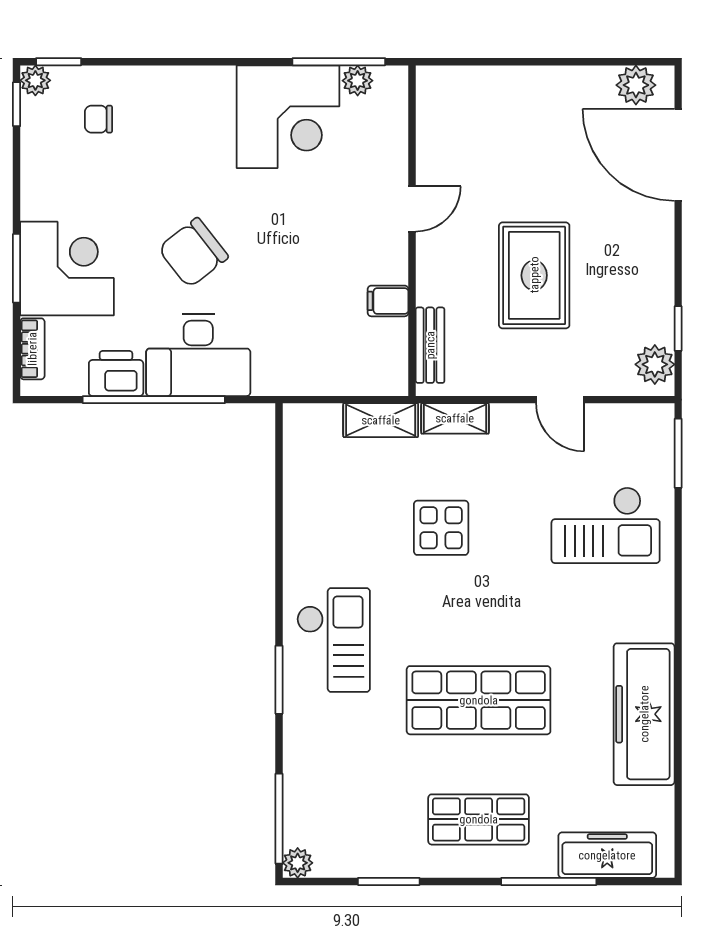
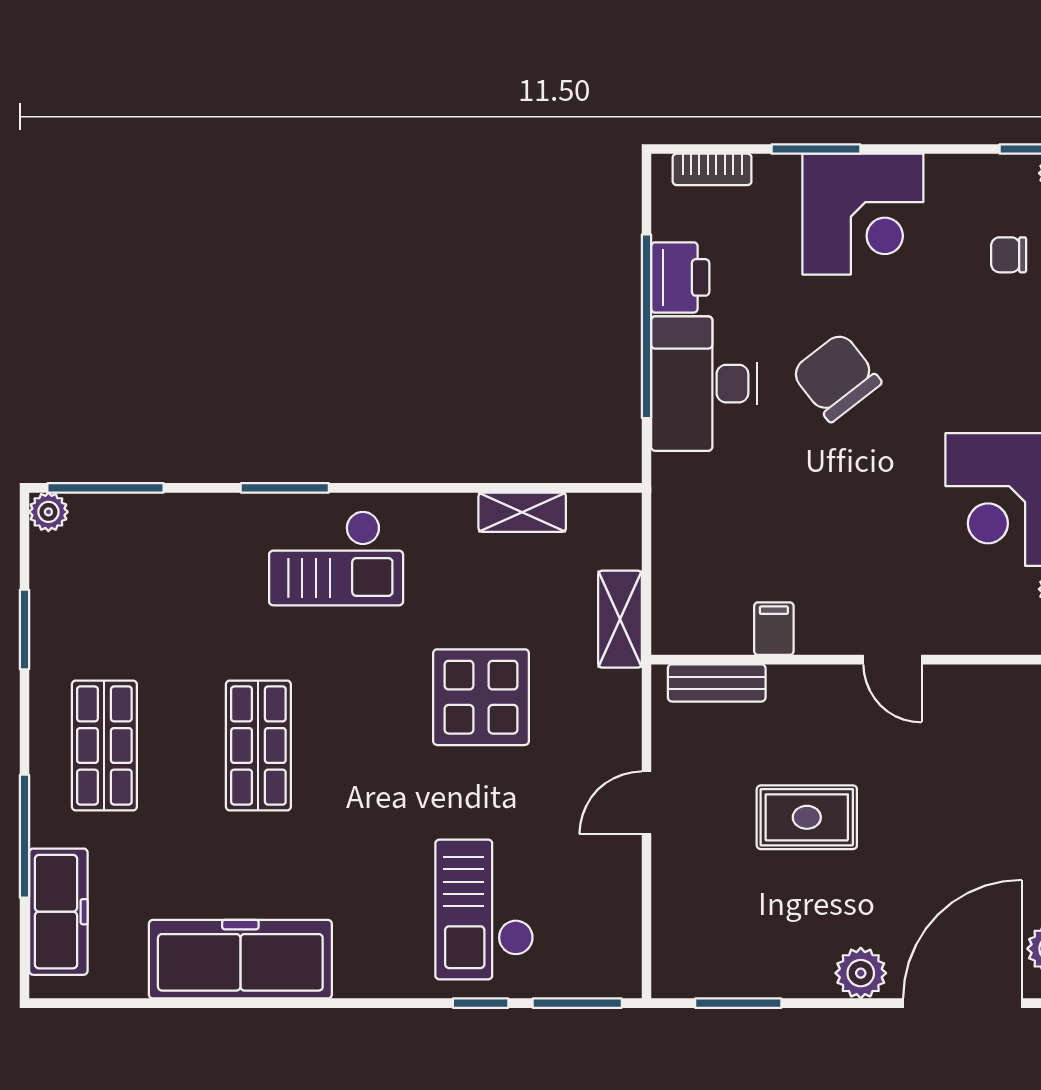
chair: (98, 119) -> (1009, 255), turned -90
corner desk: (67, 269) -> (863, 214), moved
rug: (534, 275) -> (807, 817), width x0.73, depth x0.70
window: (678, 329) -> (738, 1003), width x1.50
plant: (655, 364) -> (861, 973), moved
door: (560, 400) -> (646, 803), moved
shelving: (455, 418) -> (522, 512), moved, turned 90
display table: (441, 528) -> (481, 697), width x1.36, depth x1.36
window: (678, 528) -> (481, 1003), added
shop shelf: (479, 700) -> (258, 745), width x0.70, depth x0.74

